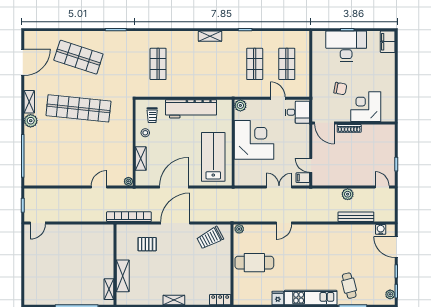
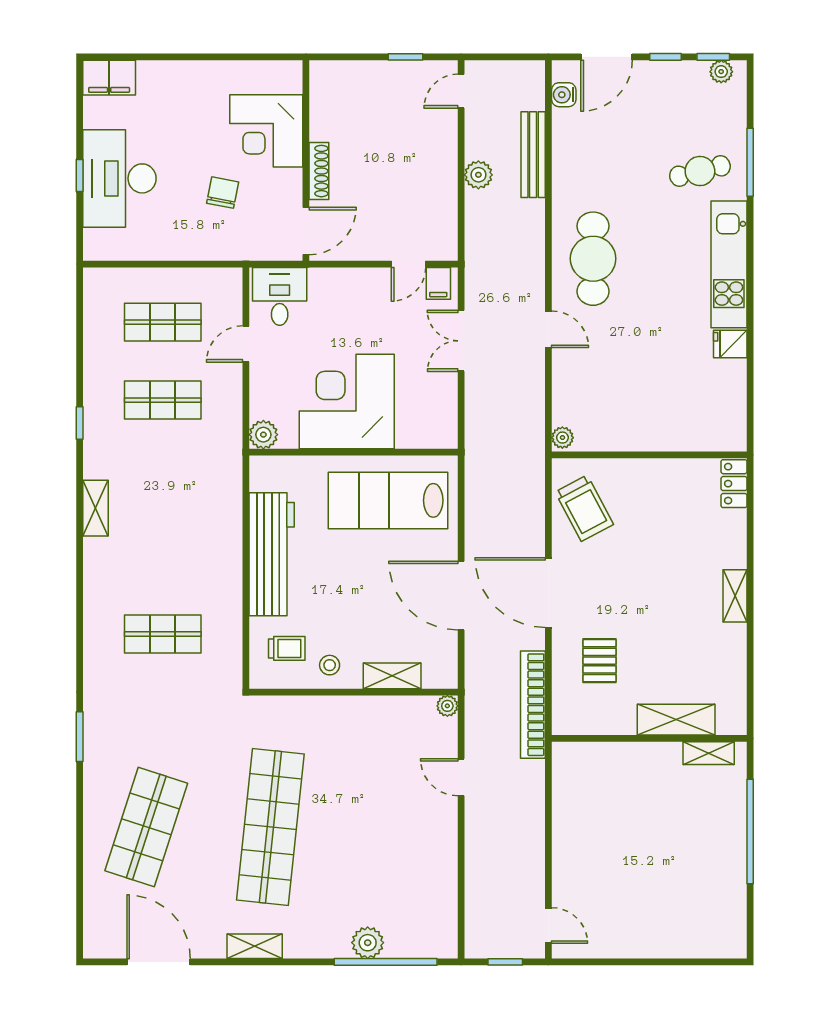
plant: (31, 121) -> (368, 943), moved
cafe table: (254, 263) -> (593, 259), moved

